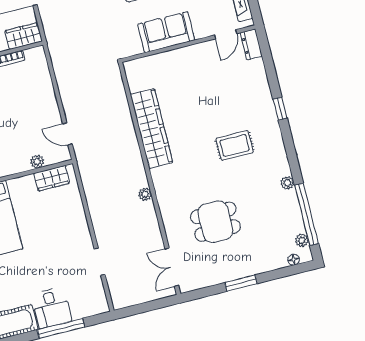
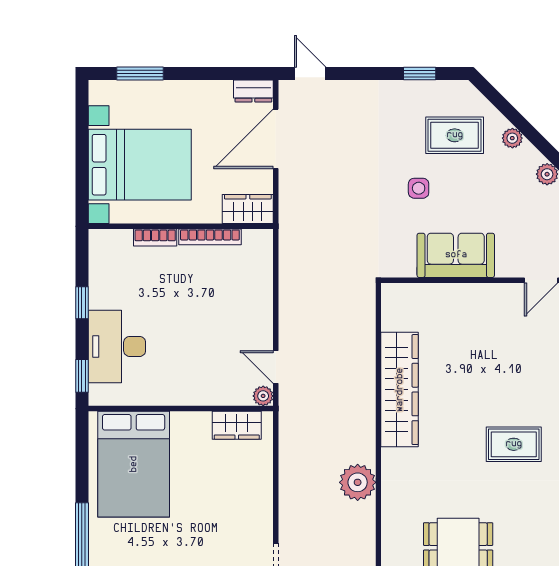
plant: (37, 162) -> (263, 396), moved
plant: (145, 194) -> (358, 482), width x1.88, depth x1.88

